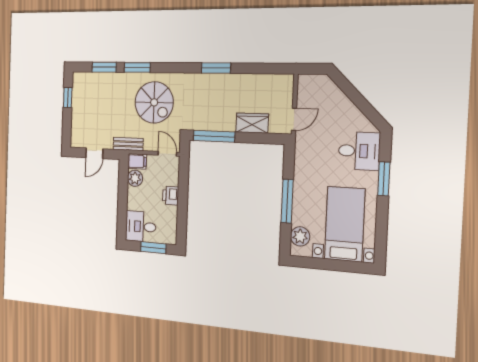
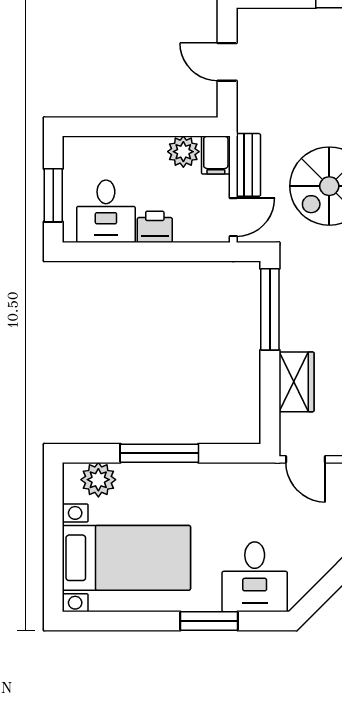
bench: (128, 144) -> (248, 165), moved
desk: (141, 227) -> (106, 211), moved, turned 180

